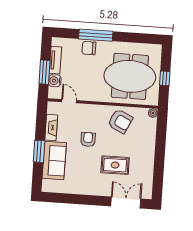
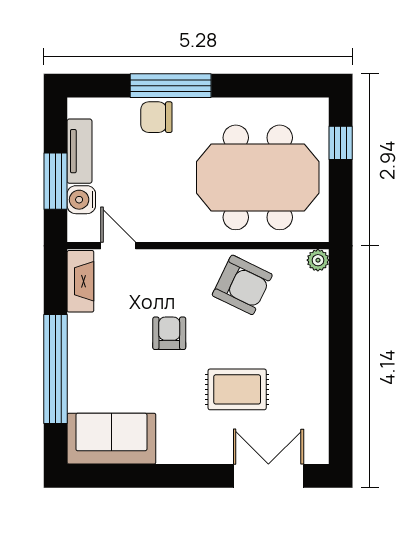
window: (165, 78) -> (341, 143), moved
fireplace: (51, 128) -> (80, 281), moved
window: (39, 151) -> (56, 369), width x2.11
sofa: (54, 161) -> (111, 439), moved, turned -90

